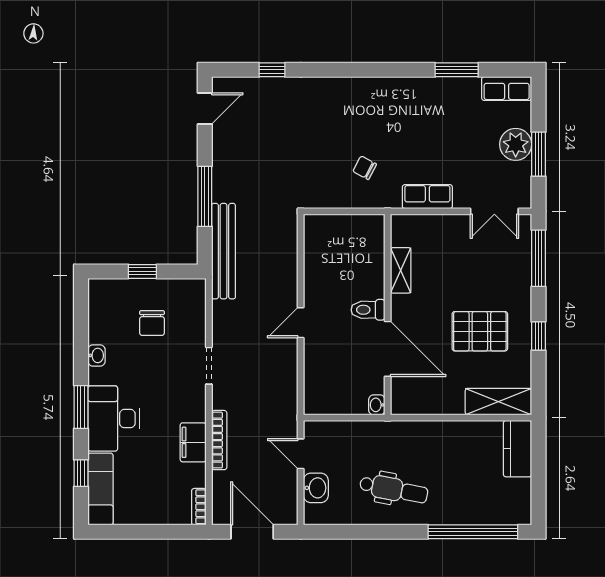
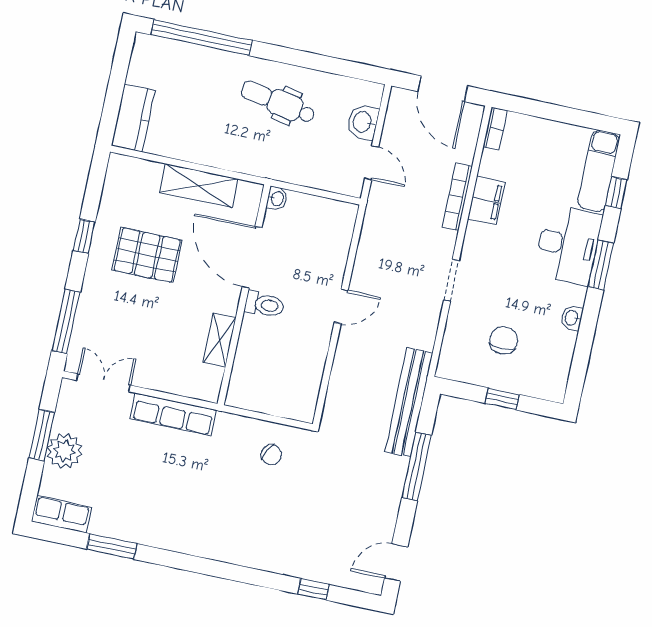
chair: (365, 168) -> (271, 455), moved
row of seats: (427, 197) -> (173, 414), width x1.48
shelving: (498, 402) -> (199, 186), moved

